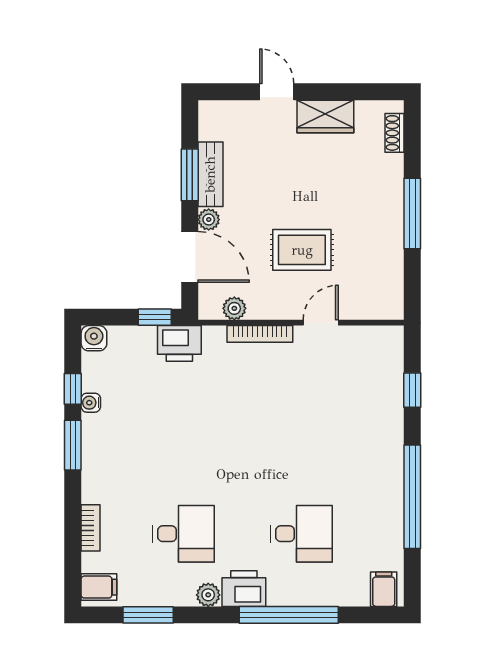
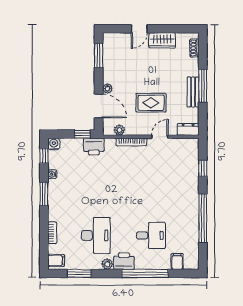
door: (277, 92) -> (139, 29), swing flipped
bench: (210, 174) -> (193, 92), moved
window: (190, 175) -> (99, 55), moved
dresser: (381, 307) -> (188, 129), added
window: (73, 389) -> (44, 156), moved
desk: (184, 534) -> (96, 235), width x1.37
filing cabinet: (384, 589) -> (177, 261), moved

